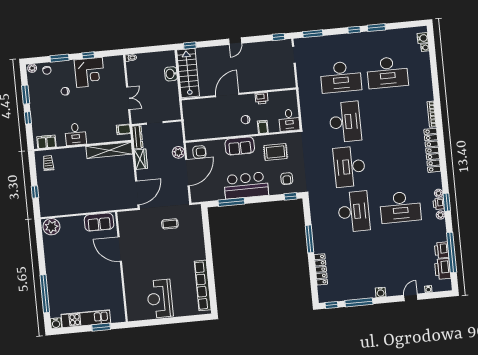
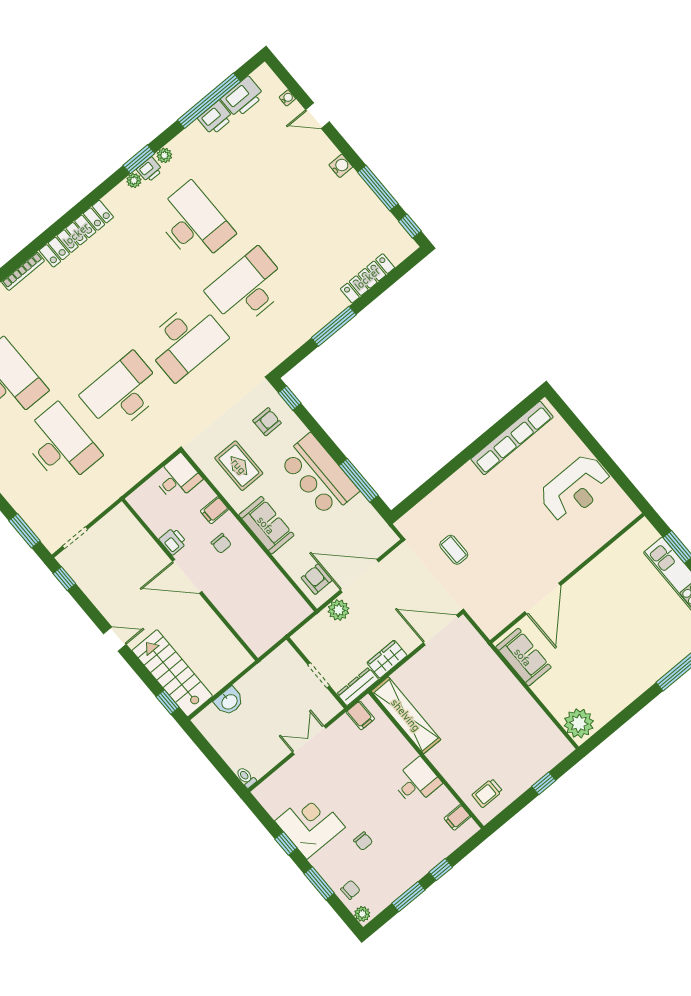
stairs: (188, 73) -> (172, 673), moved, turned 90
door: (227, 95) -> (187, 576), moved
filing cabinet: (46, 142) -> (457, 817), width x0.50

